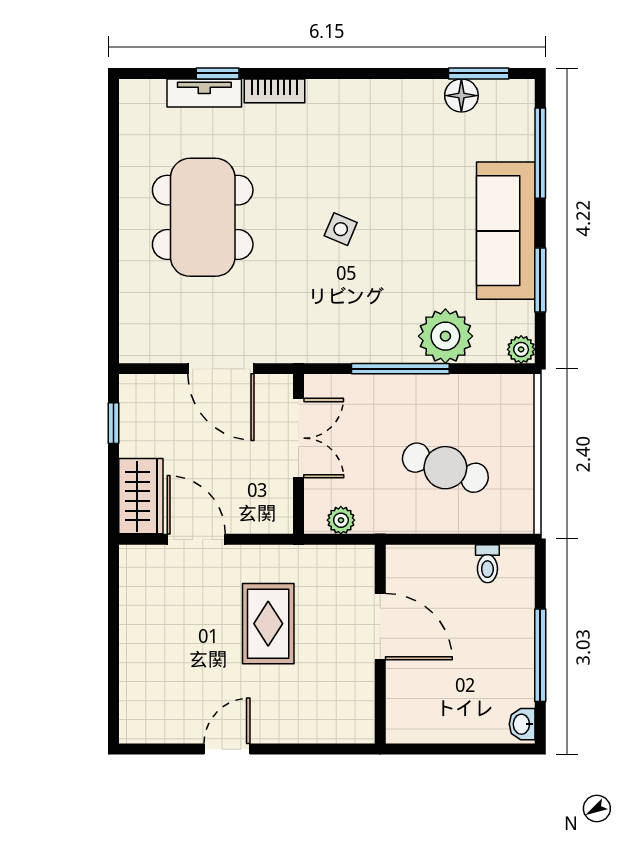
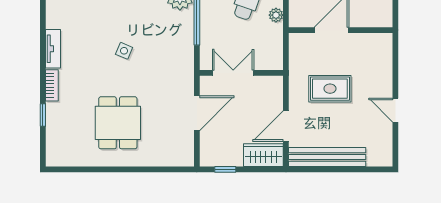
tv unit: (204, 93) -> (53, 49), moved
dining table: (203, 217) -> (118, 123), width x0.73
plant: (341, 520) -> (276, 15), moved
bench: (137, 618) -> (327, 157), added

